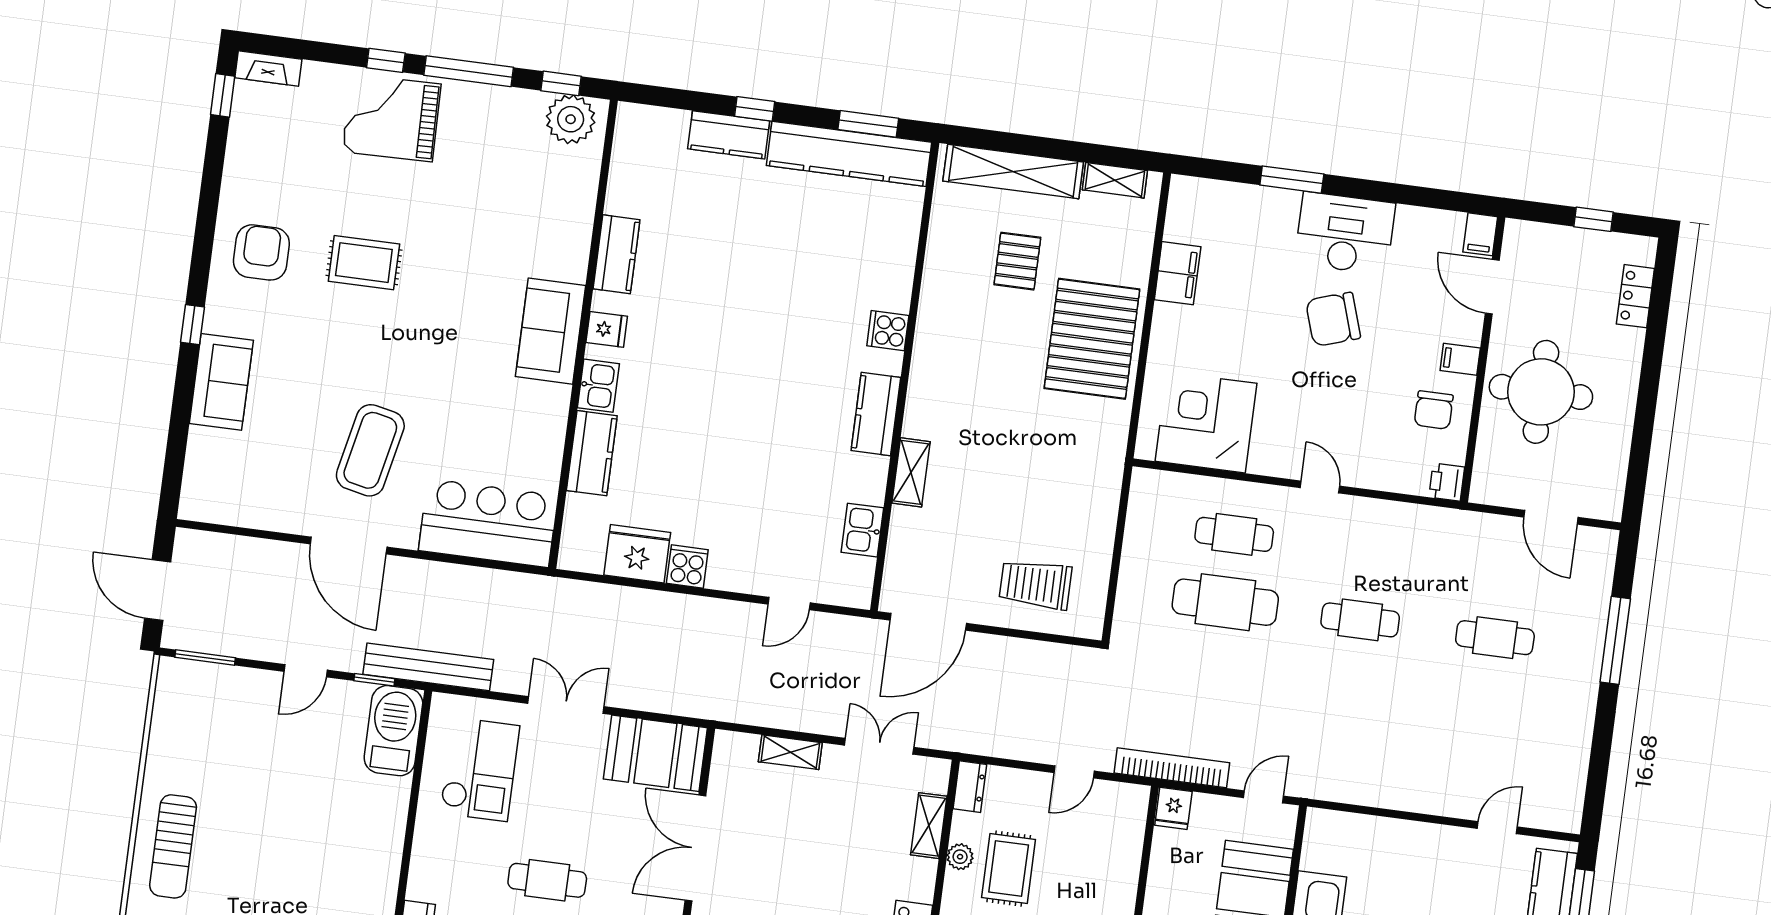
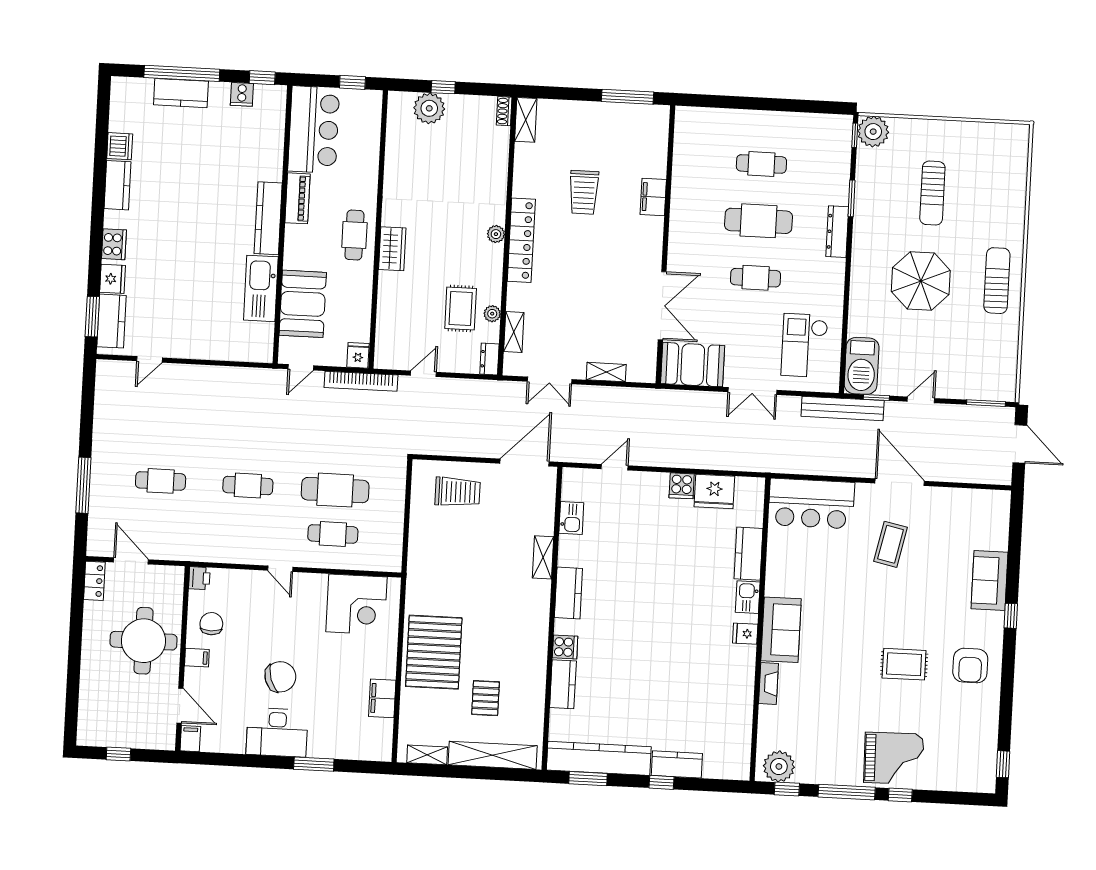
fireplace: (268, 69) -> (769, 683), moved, turned 90
kitchen counter: (616, 254) -> (563, 684), moved, turned 180
locker: (1635, 296) -> (94, 581), moved
coffee table: (370, 450) -> (891, 544), width x0.73, depth x0.76
parasol: (291, 855) -> (921, 281), added

